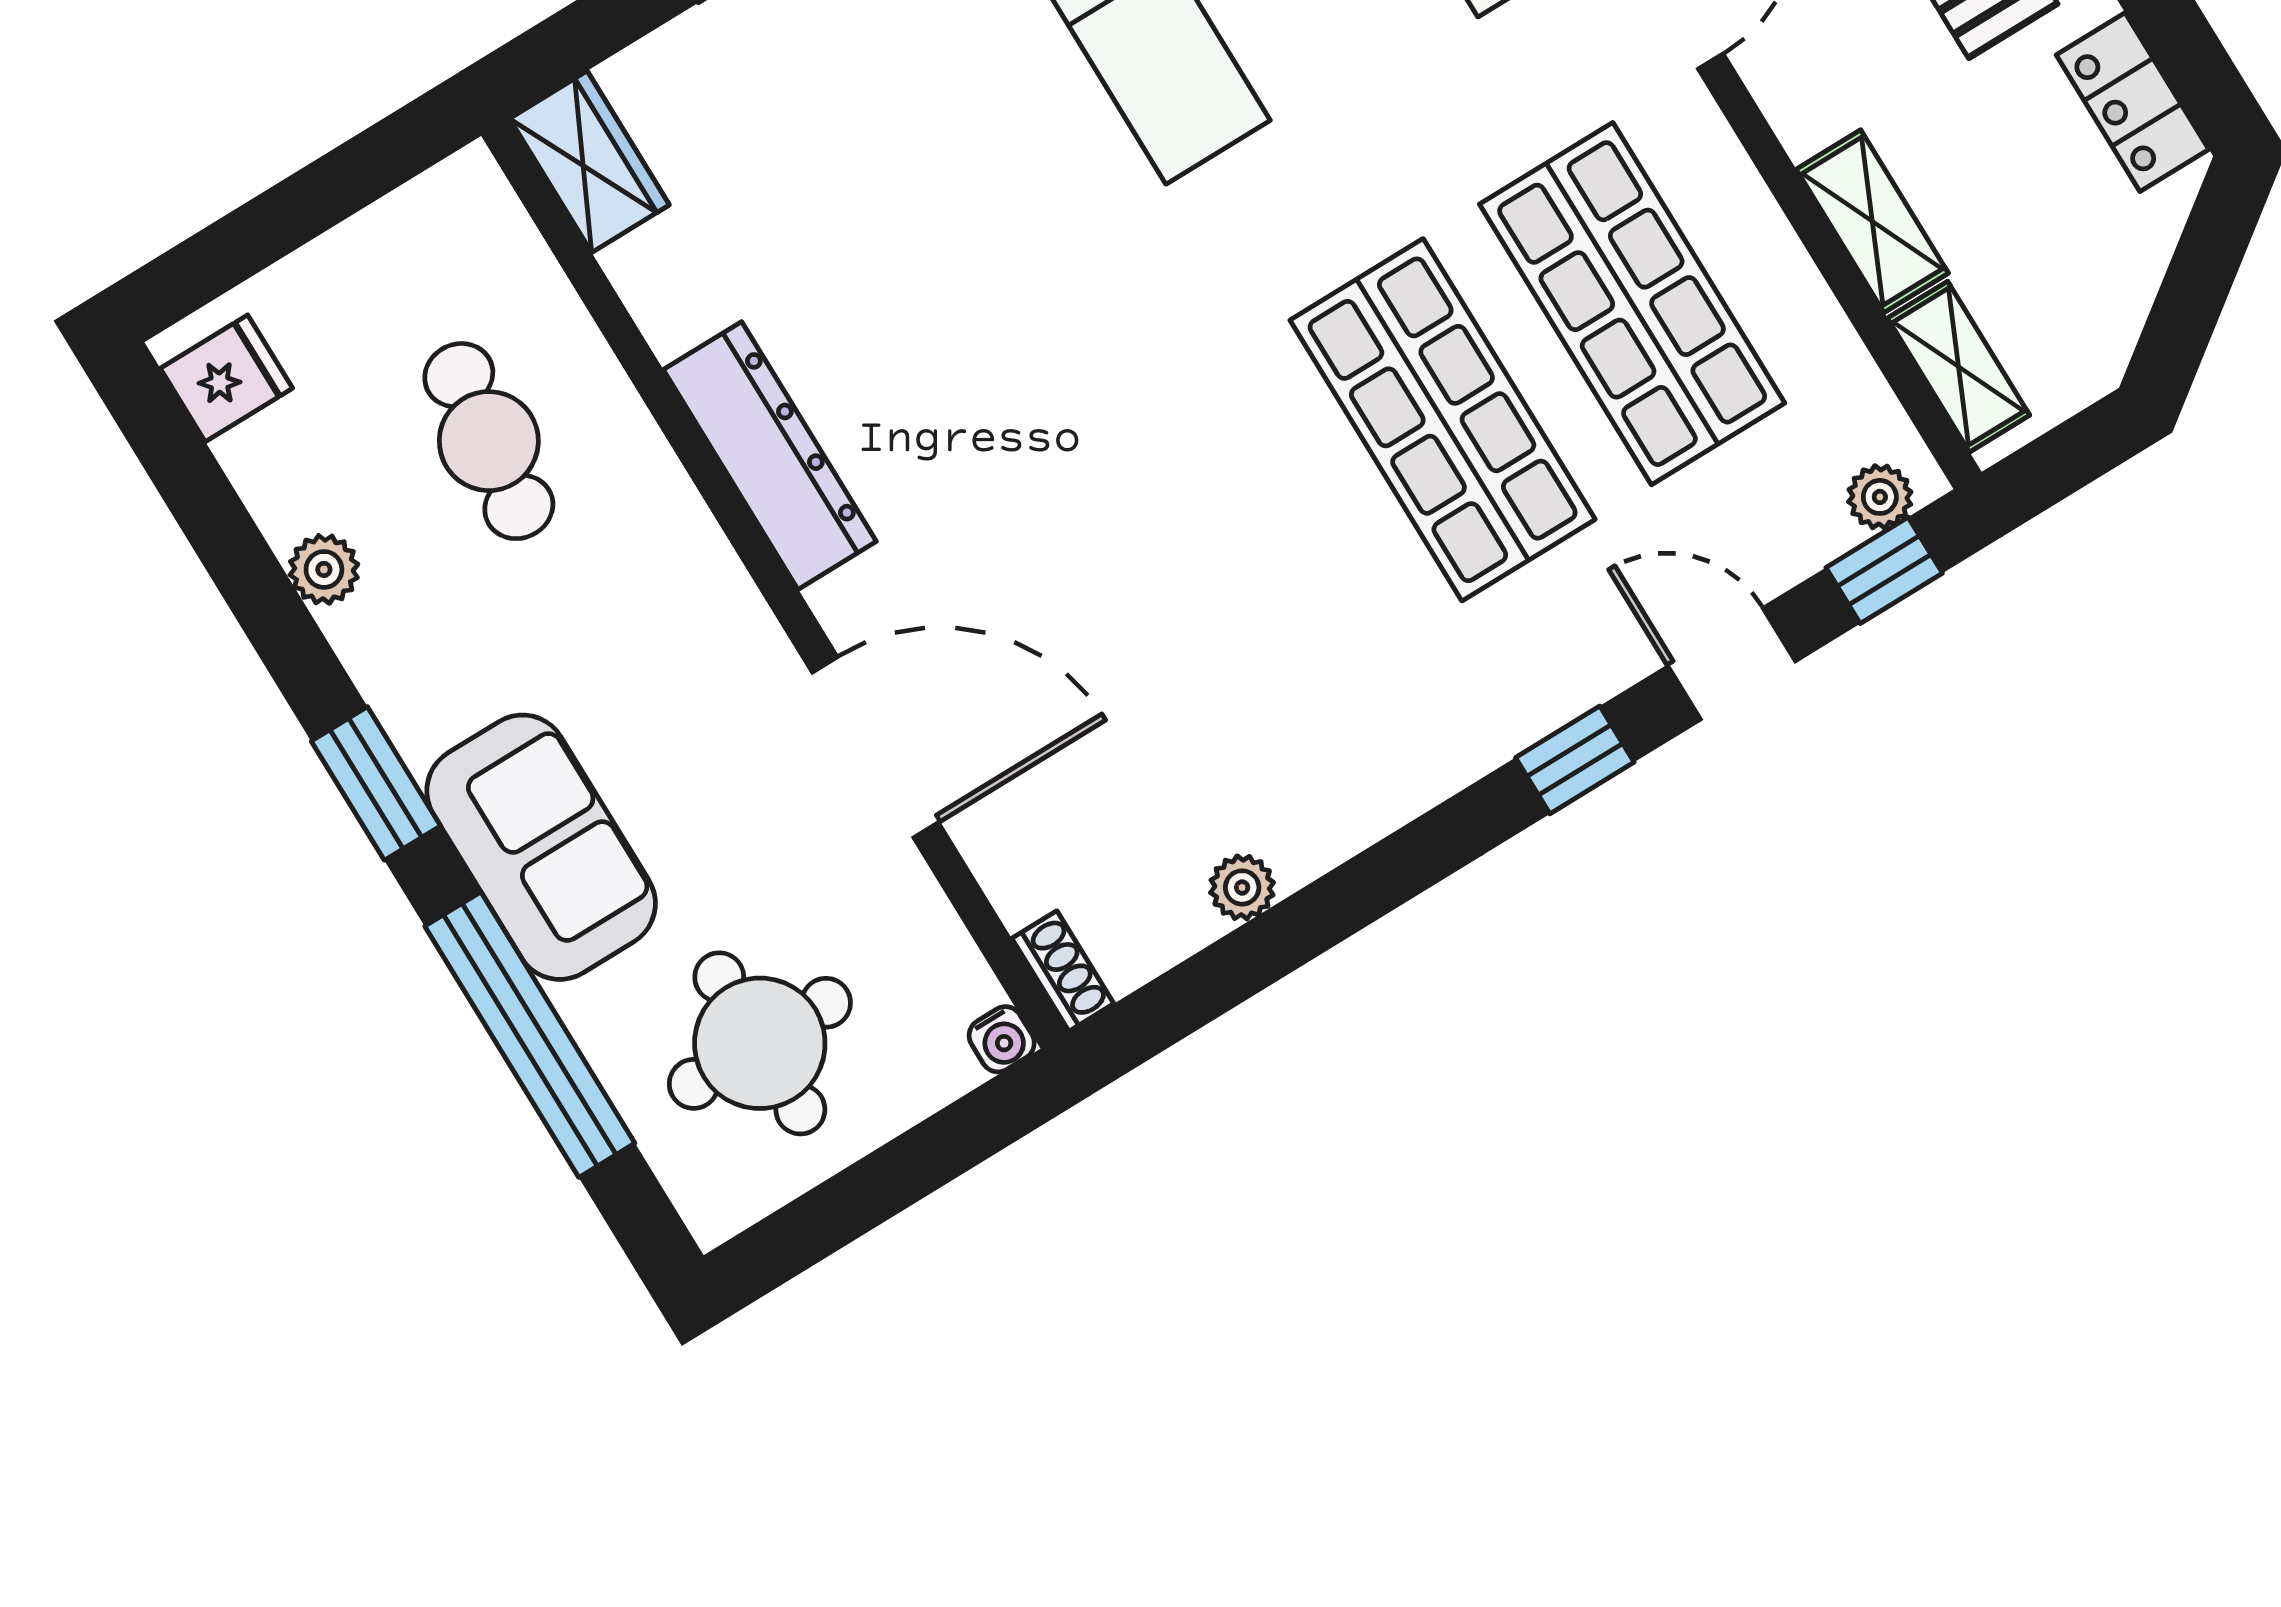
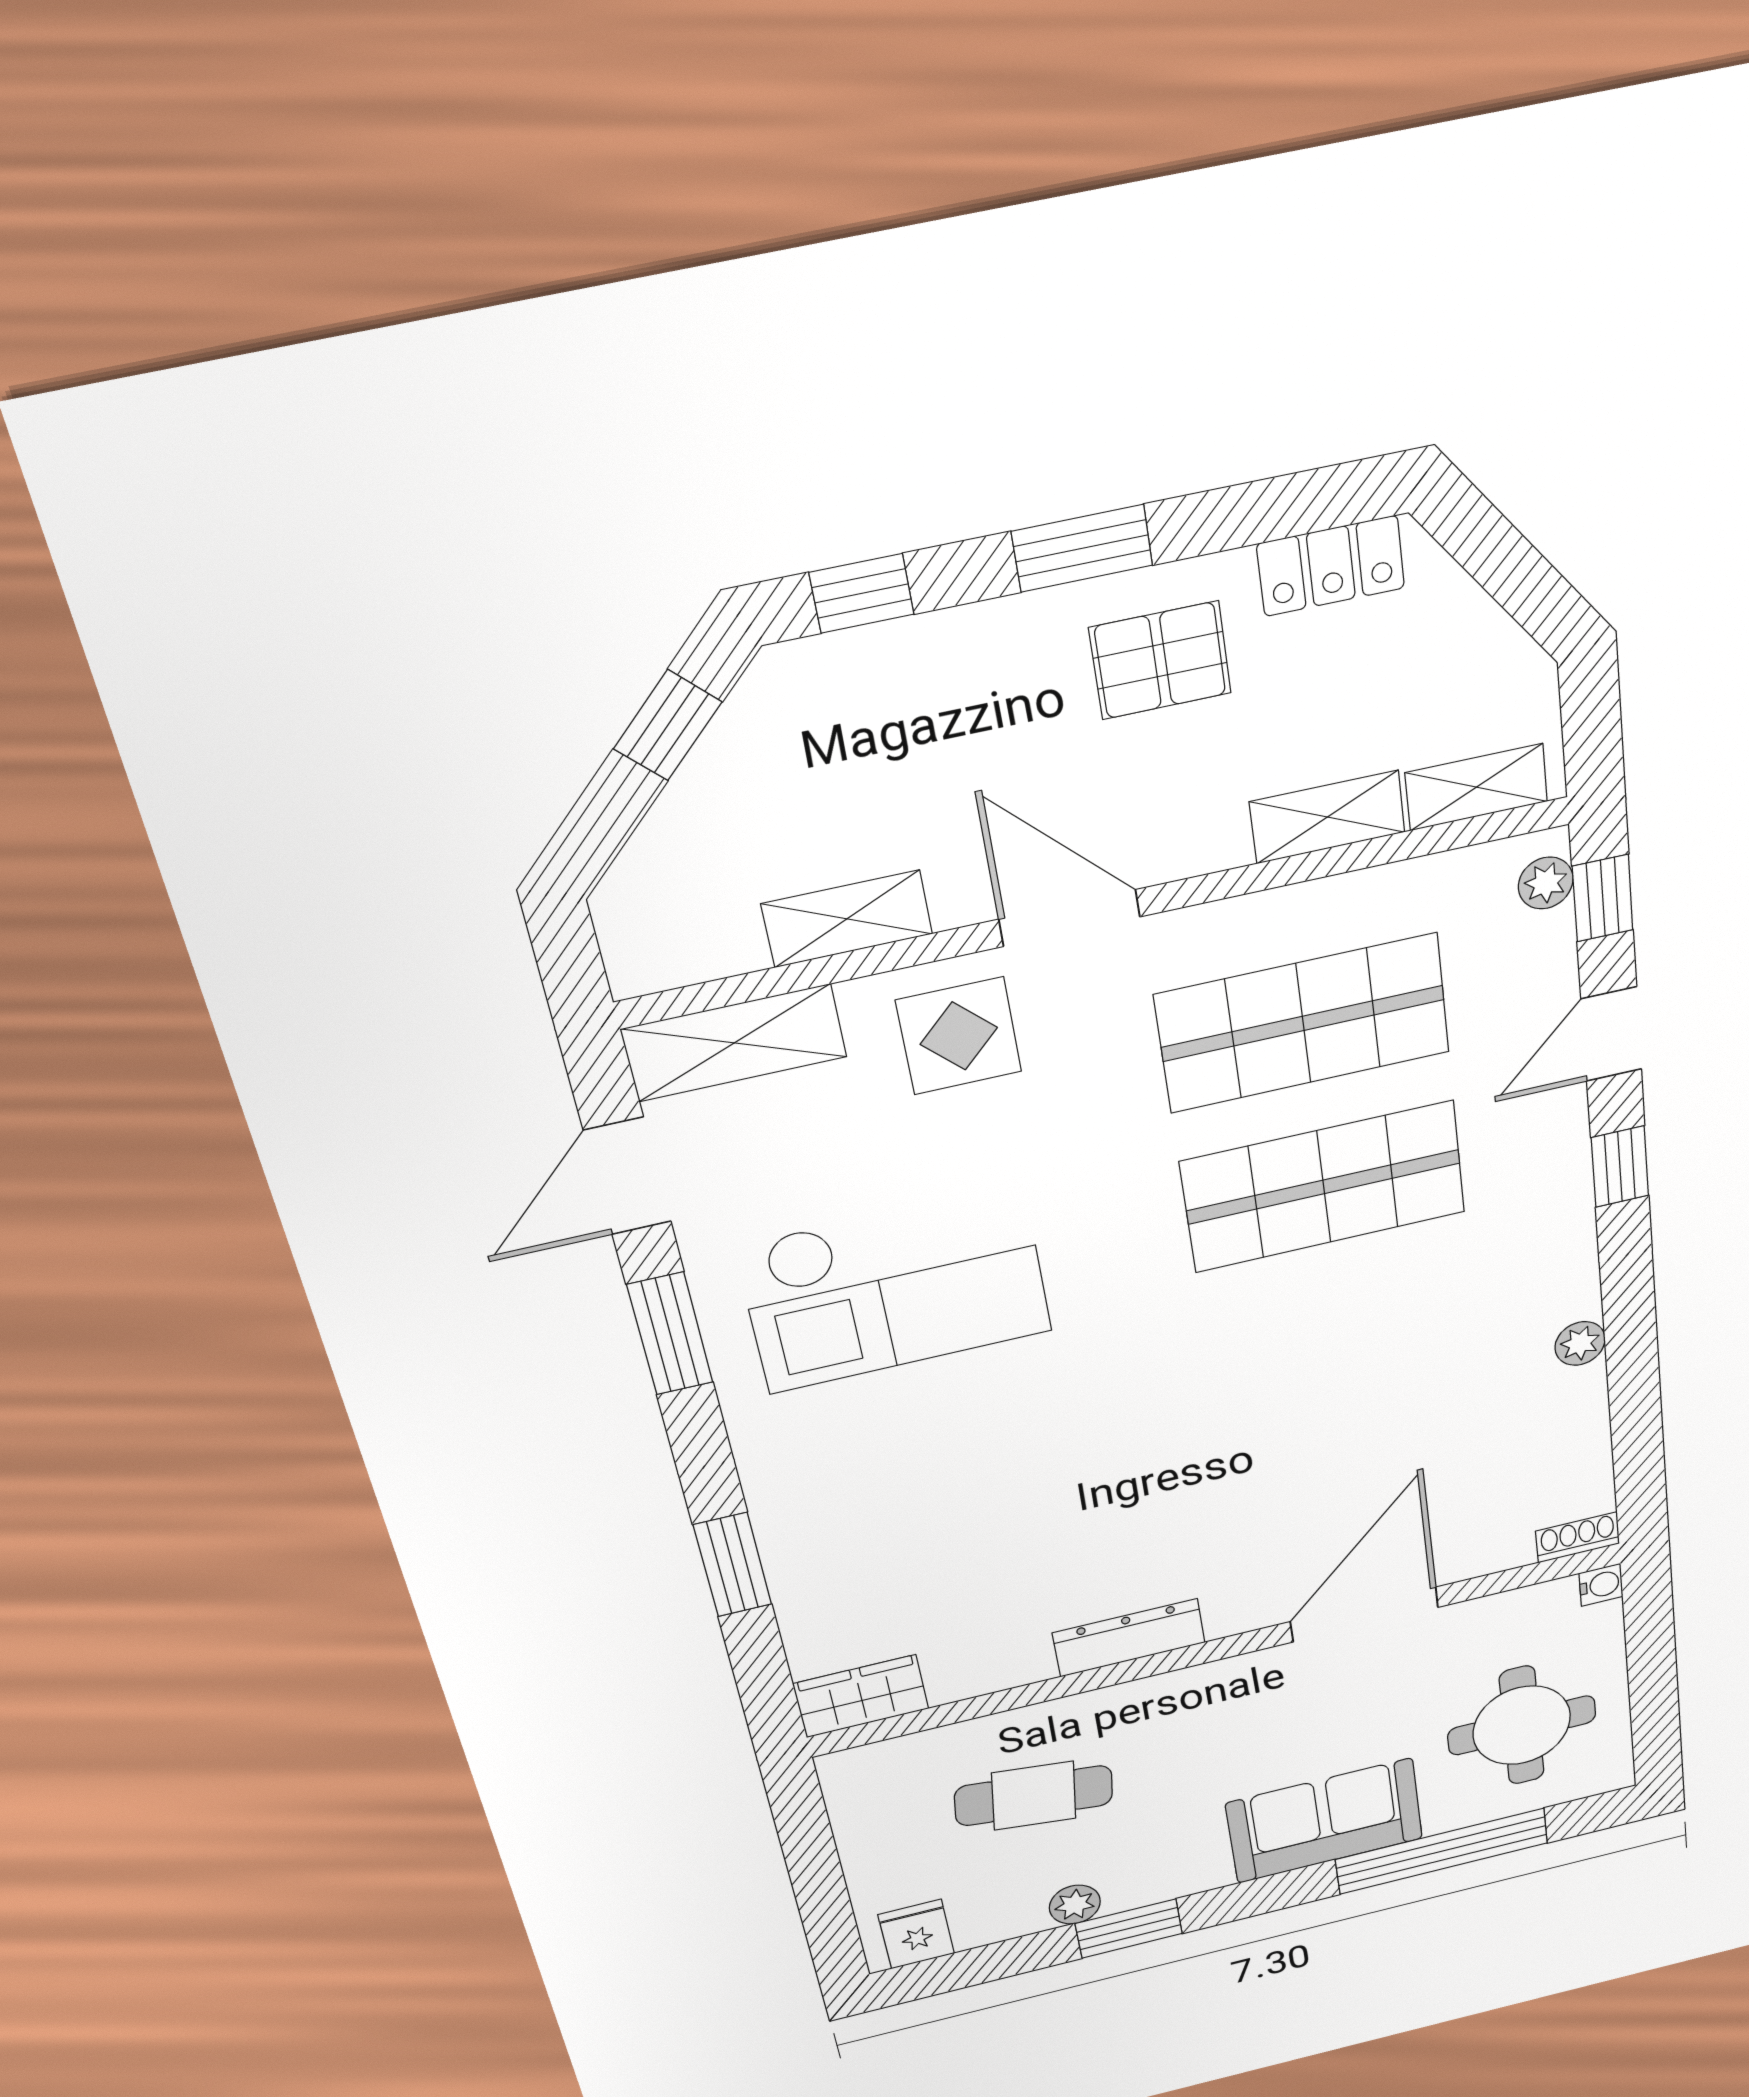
dresser: (770, 456) -> (1129, 1638), width x0.73, depth x0.80
window: (376, 783) -> (1129, 1929), moved
plant: (1242, 887) -> (1580, 1343), moved

